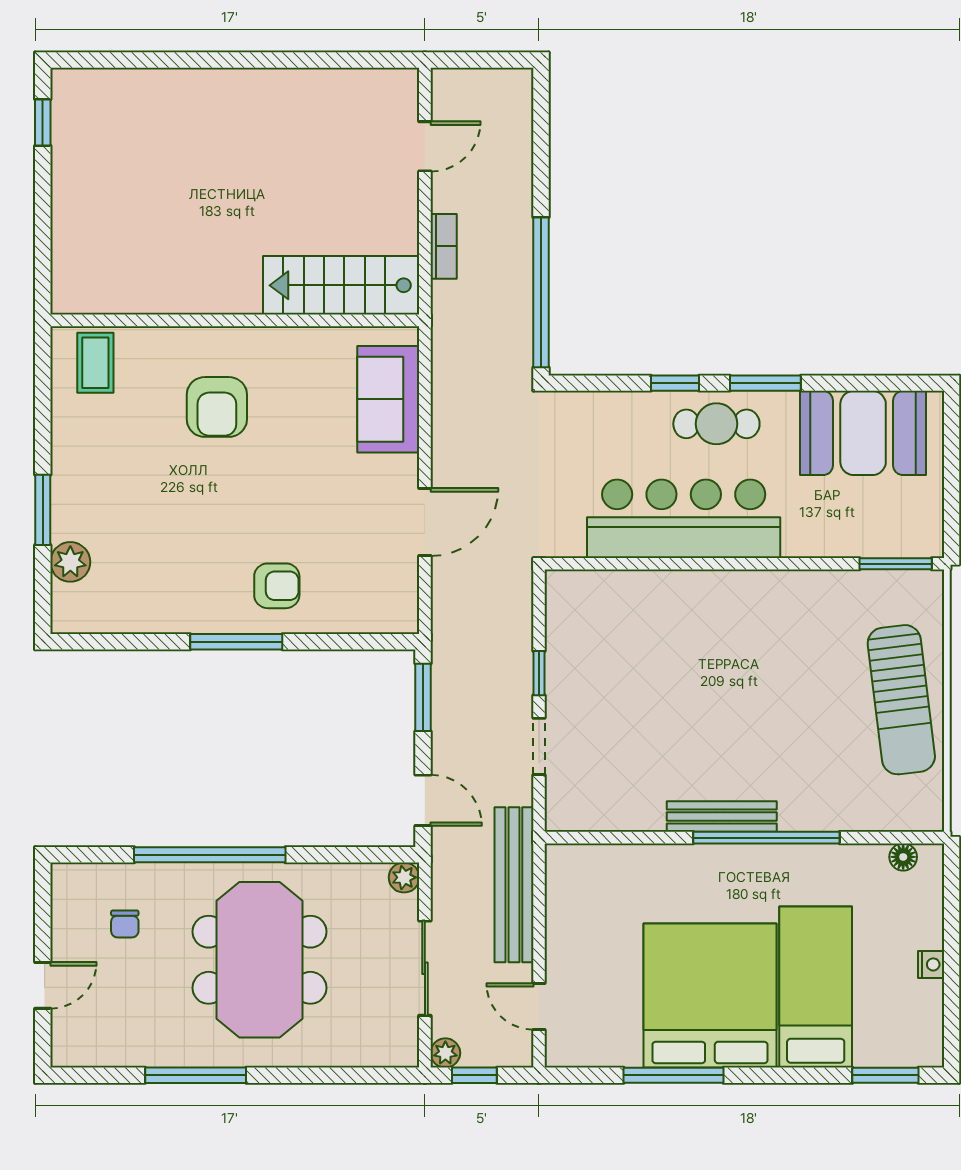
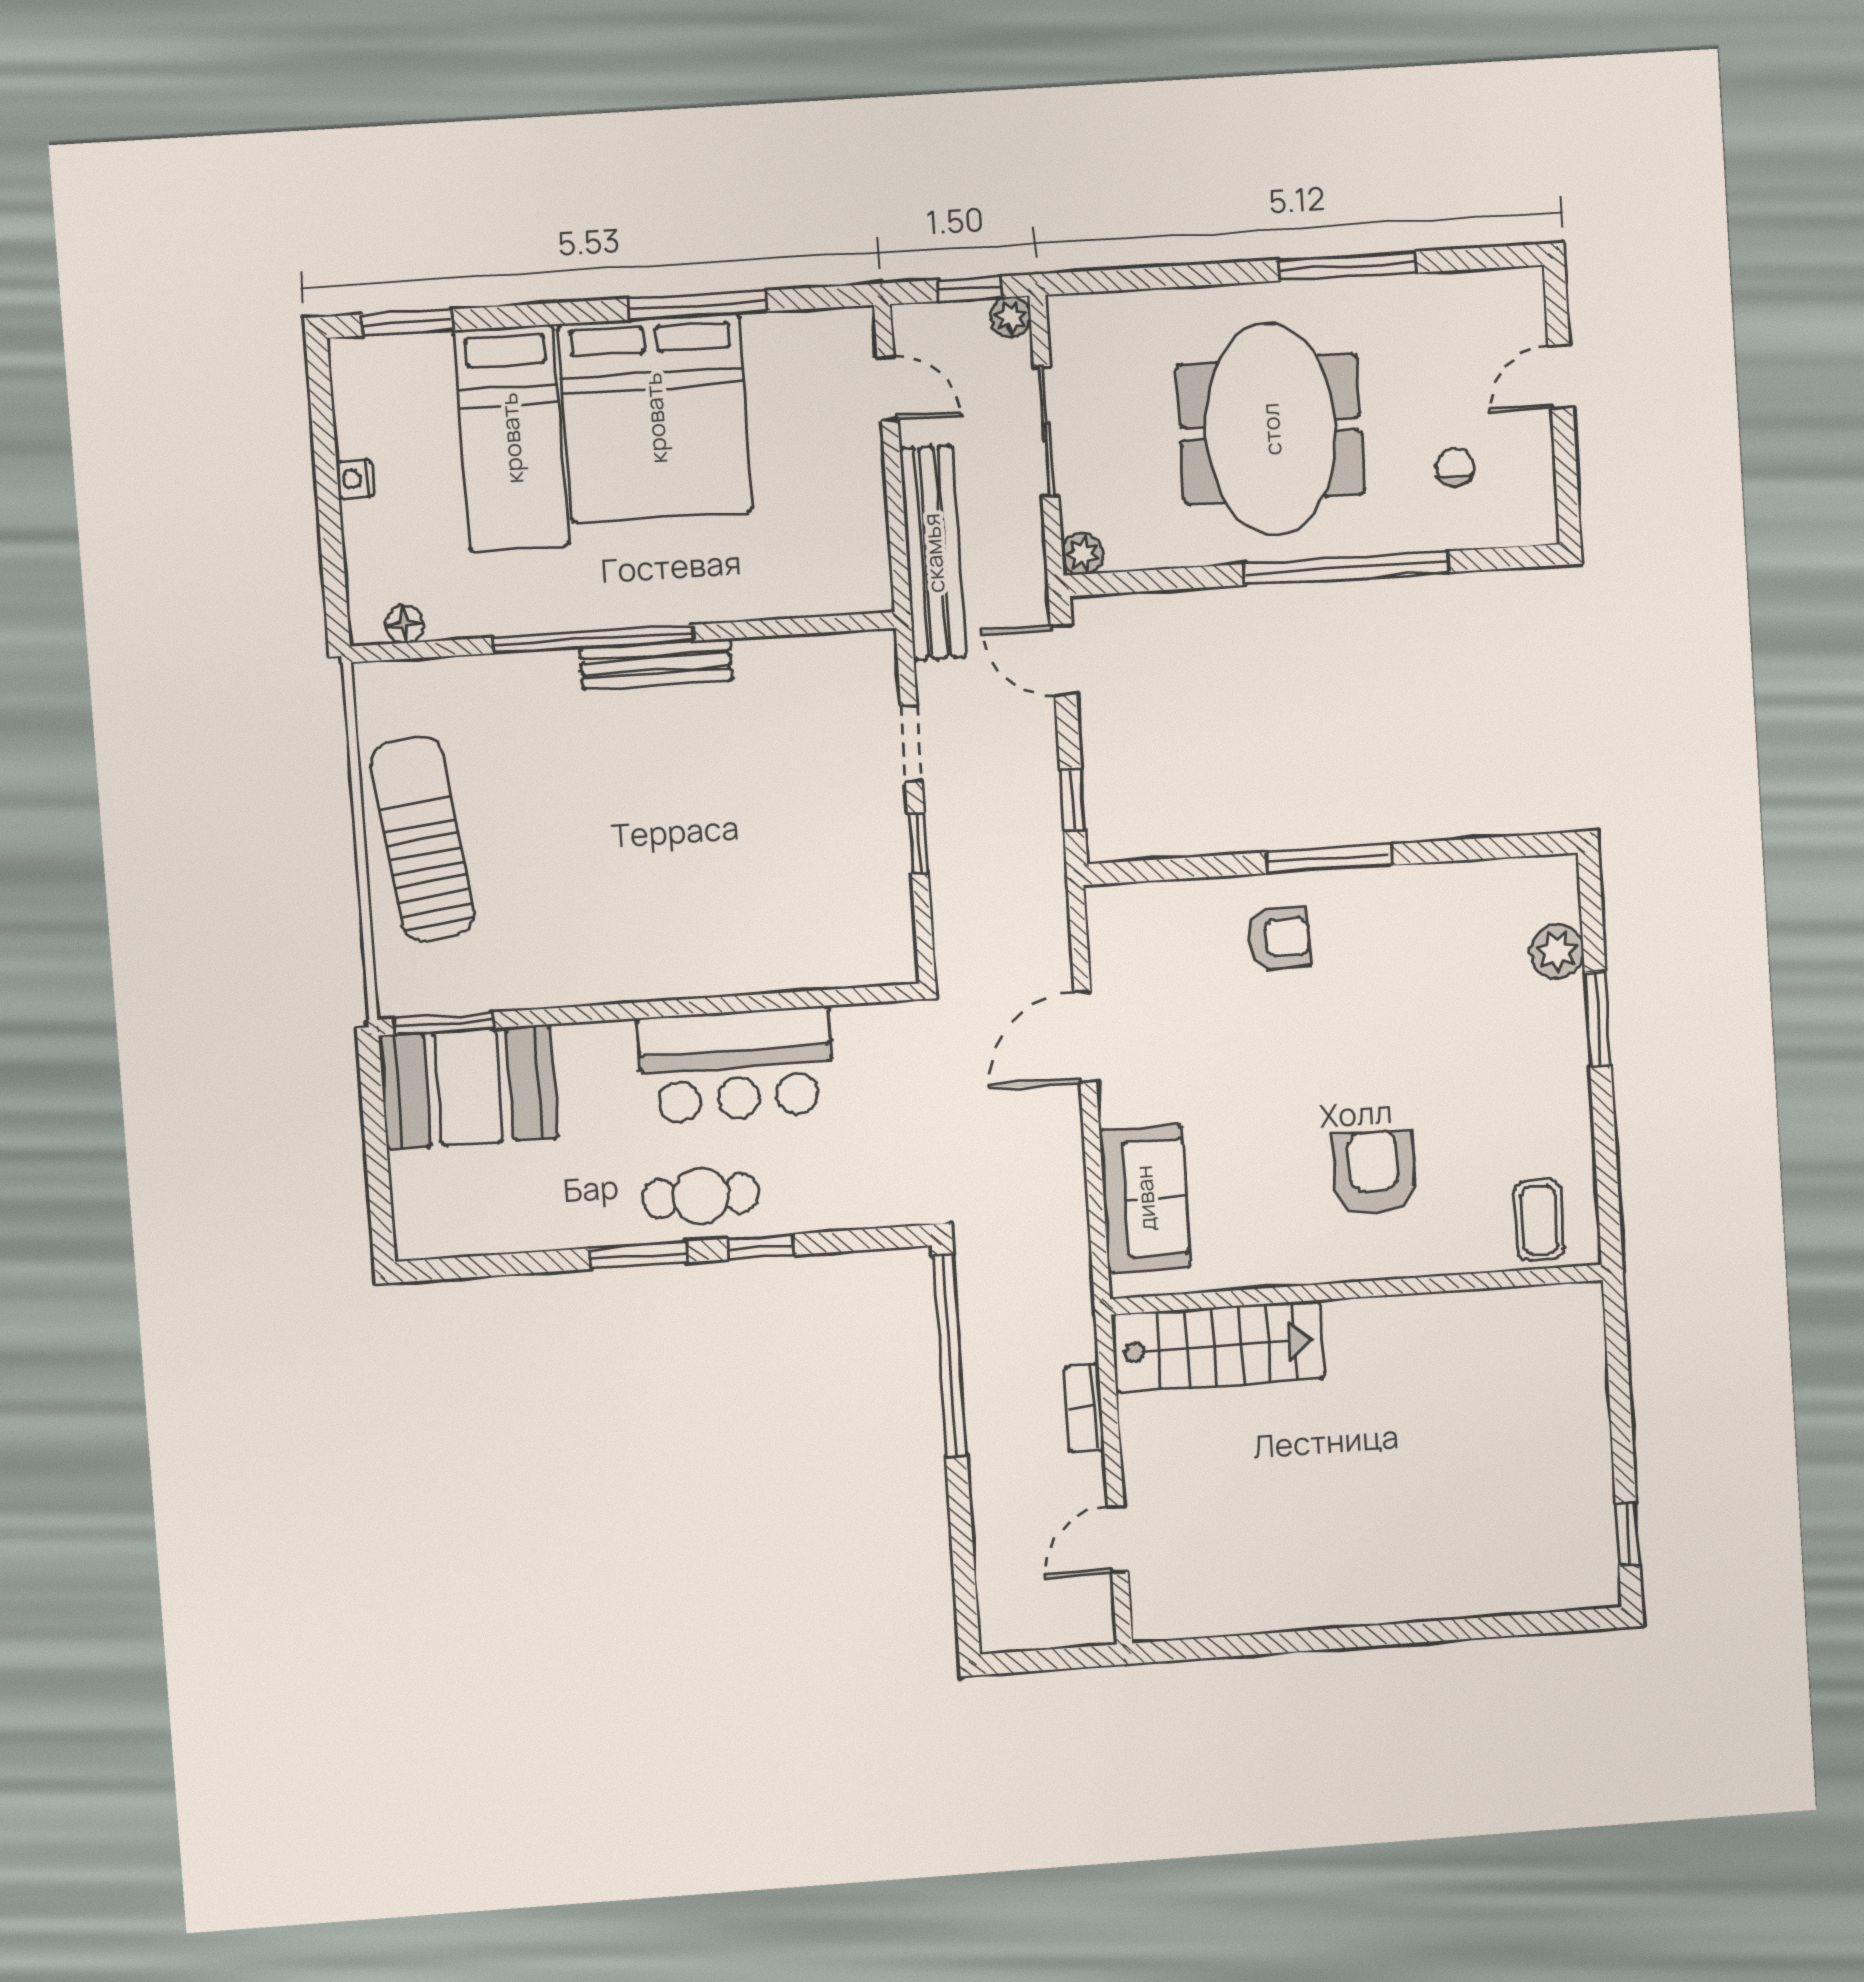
booth: (863, 433) -> (468, 1087), moved
bar counter: (684, 519) -> (736, 1065), width x0.73
armchair: (277, 586) -> (1279, 938), turned 180
window: (423, 697) -> (1073, 800), width x0.67

